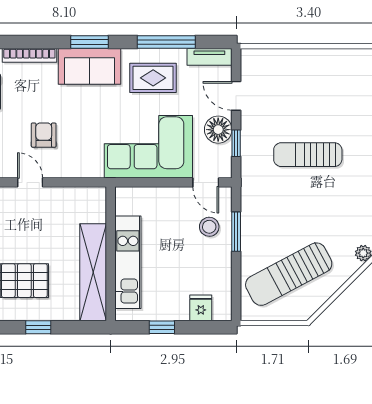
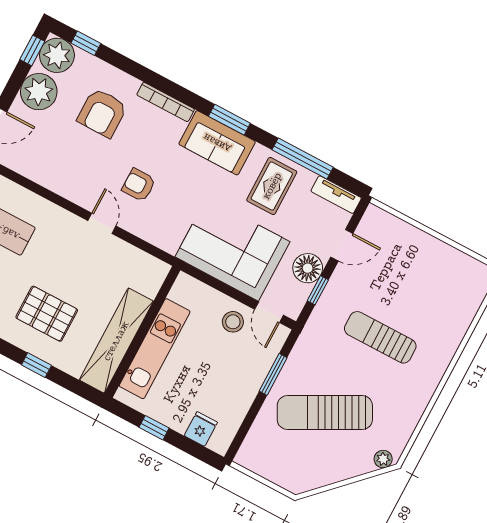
rug: (153, 78) -> (272, 186), turned 90
door: (236, 96) -> (342, 245), swing flipped
armchair: (44, 135) -> (139, 185), turned -90
stool: (209, 227) -> (233, 322), moved
sun lounger: (289, 274) -> (325, 413), moved

